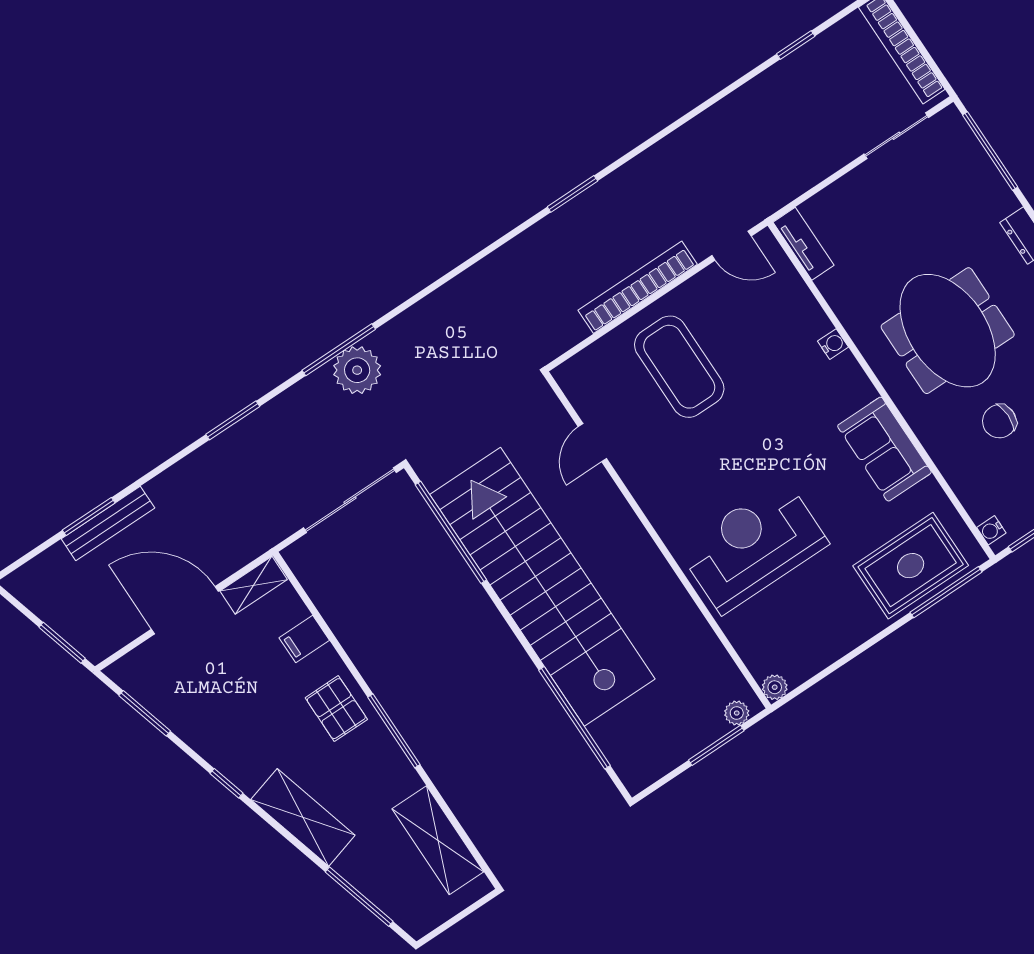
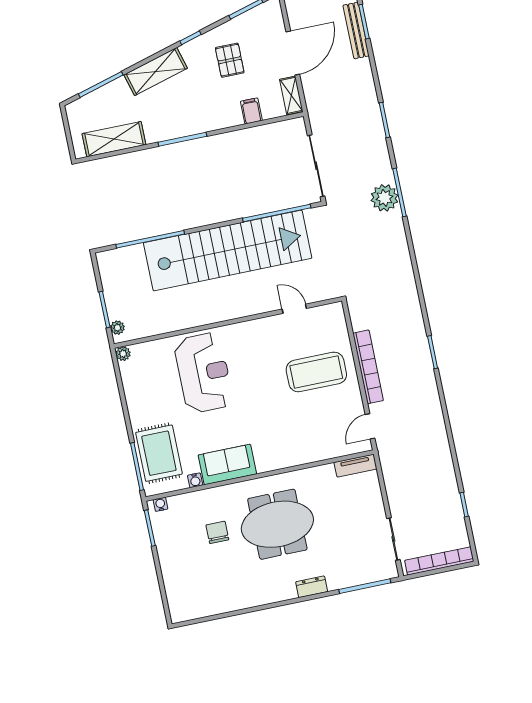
water cooler: (833, 344) -> (195, 480), moved
pallet: (336, 709) -> (230, 60), moved, turned 90

